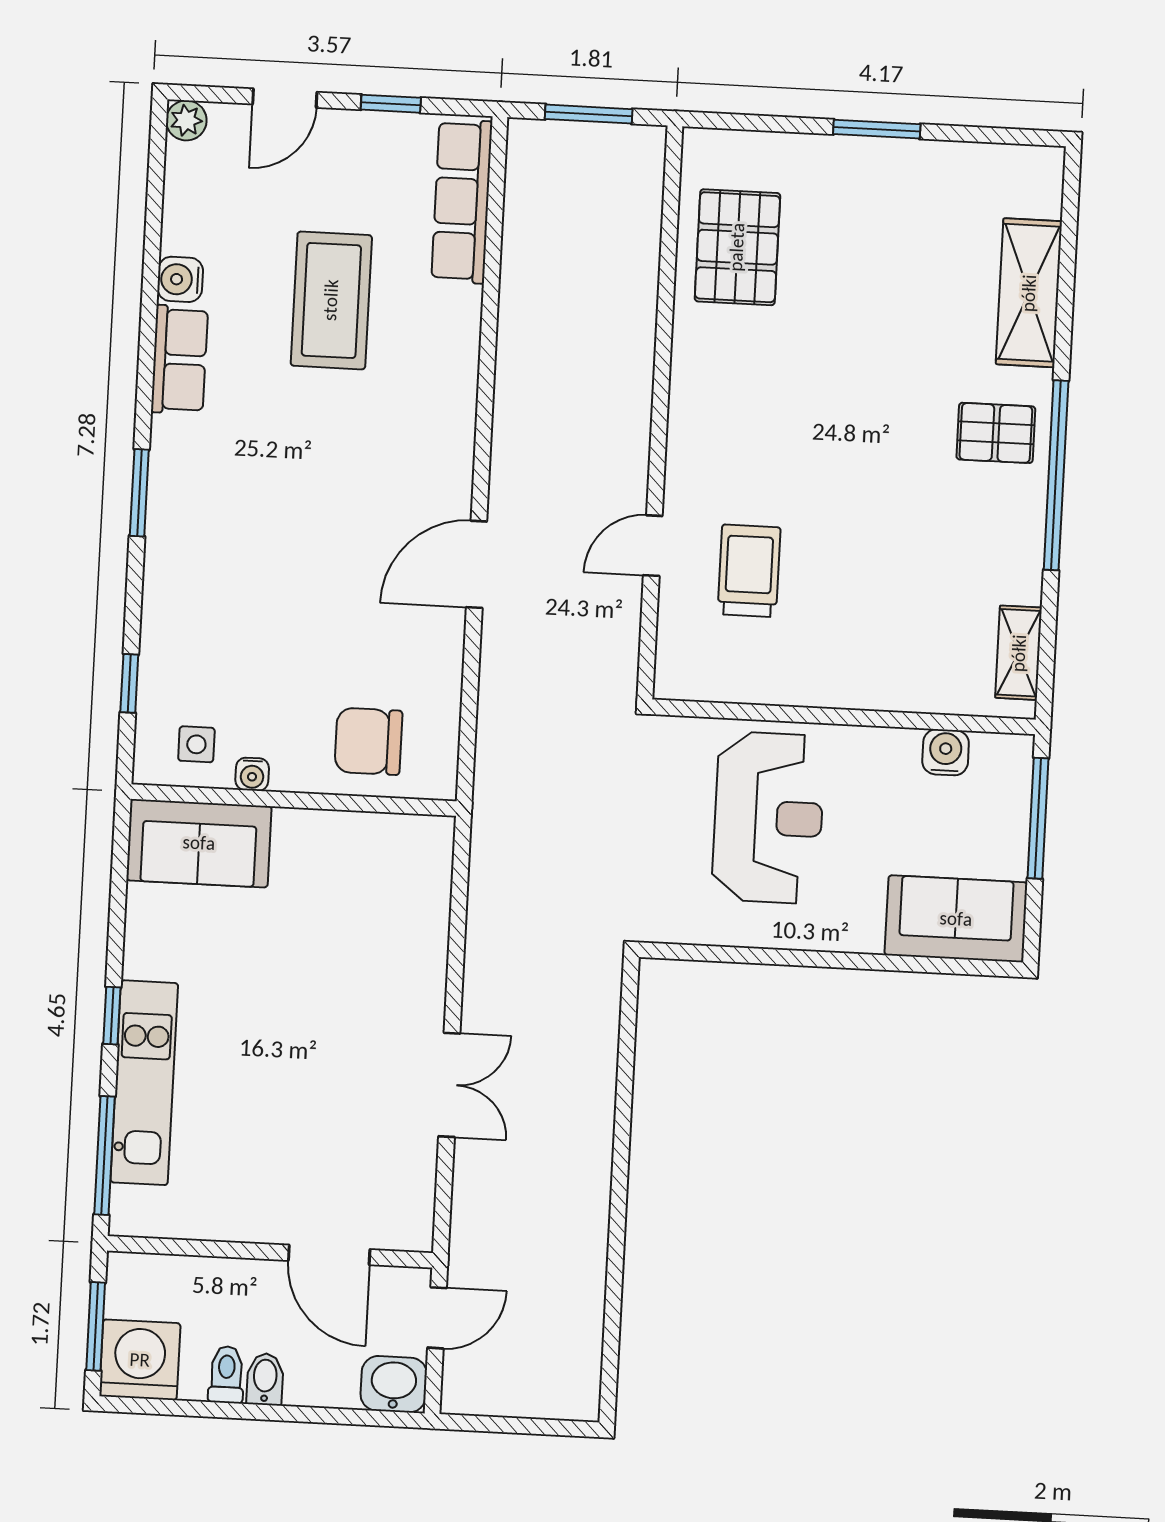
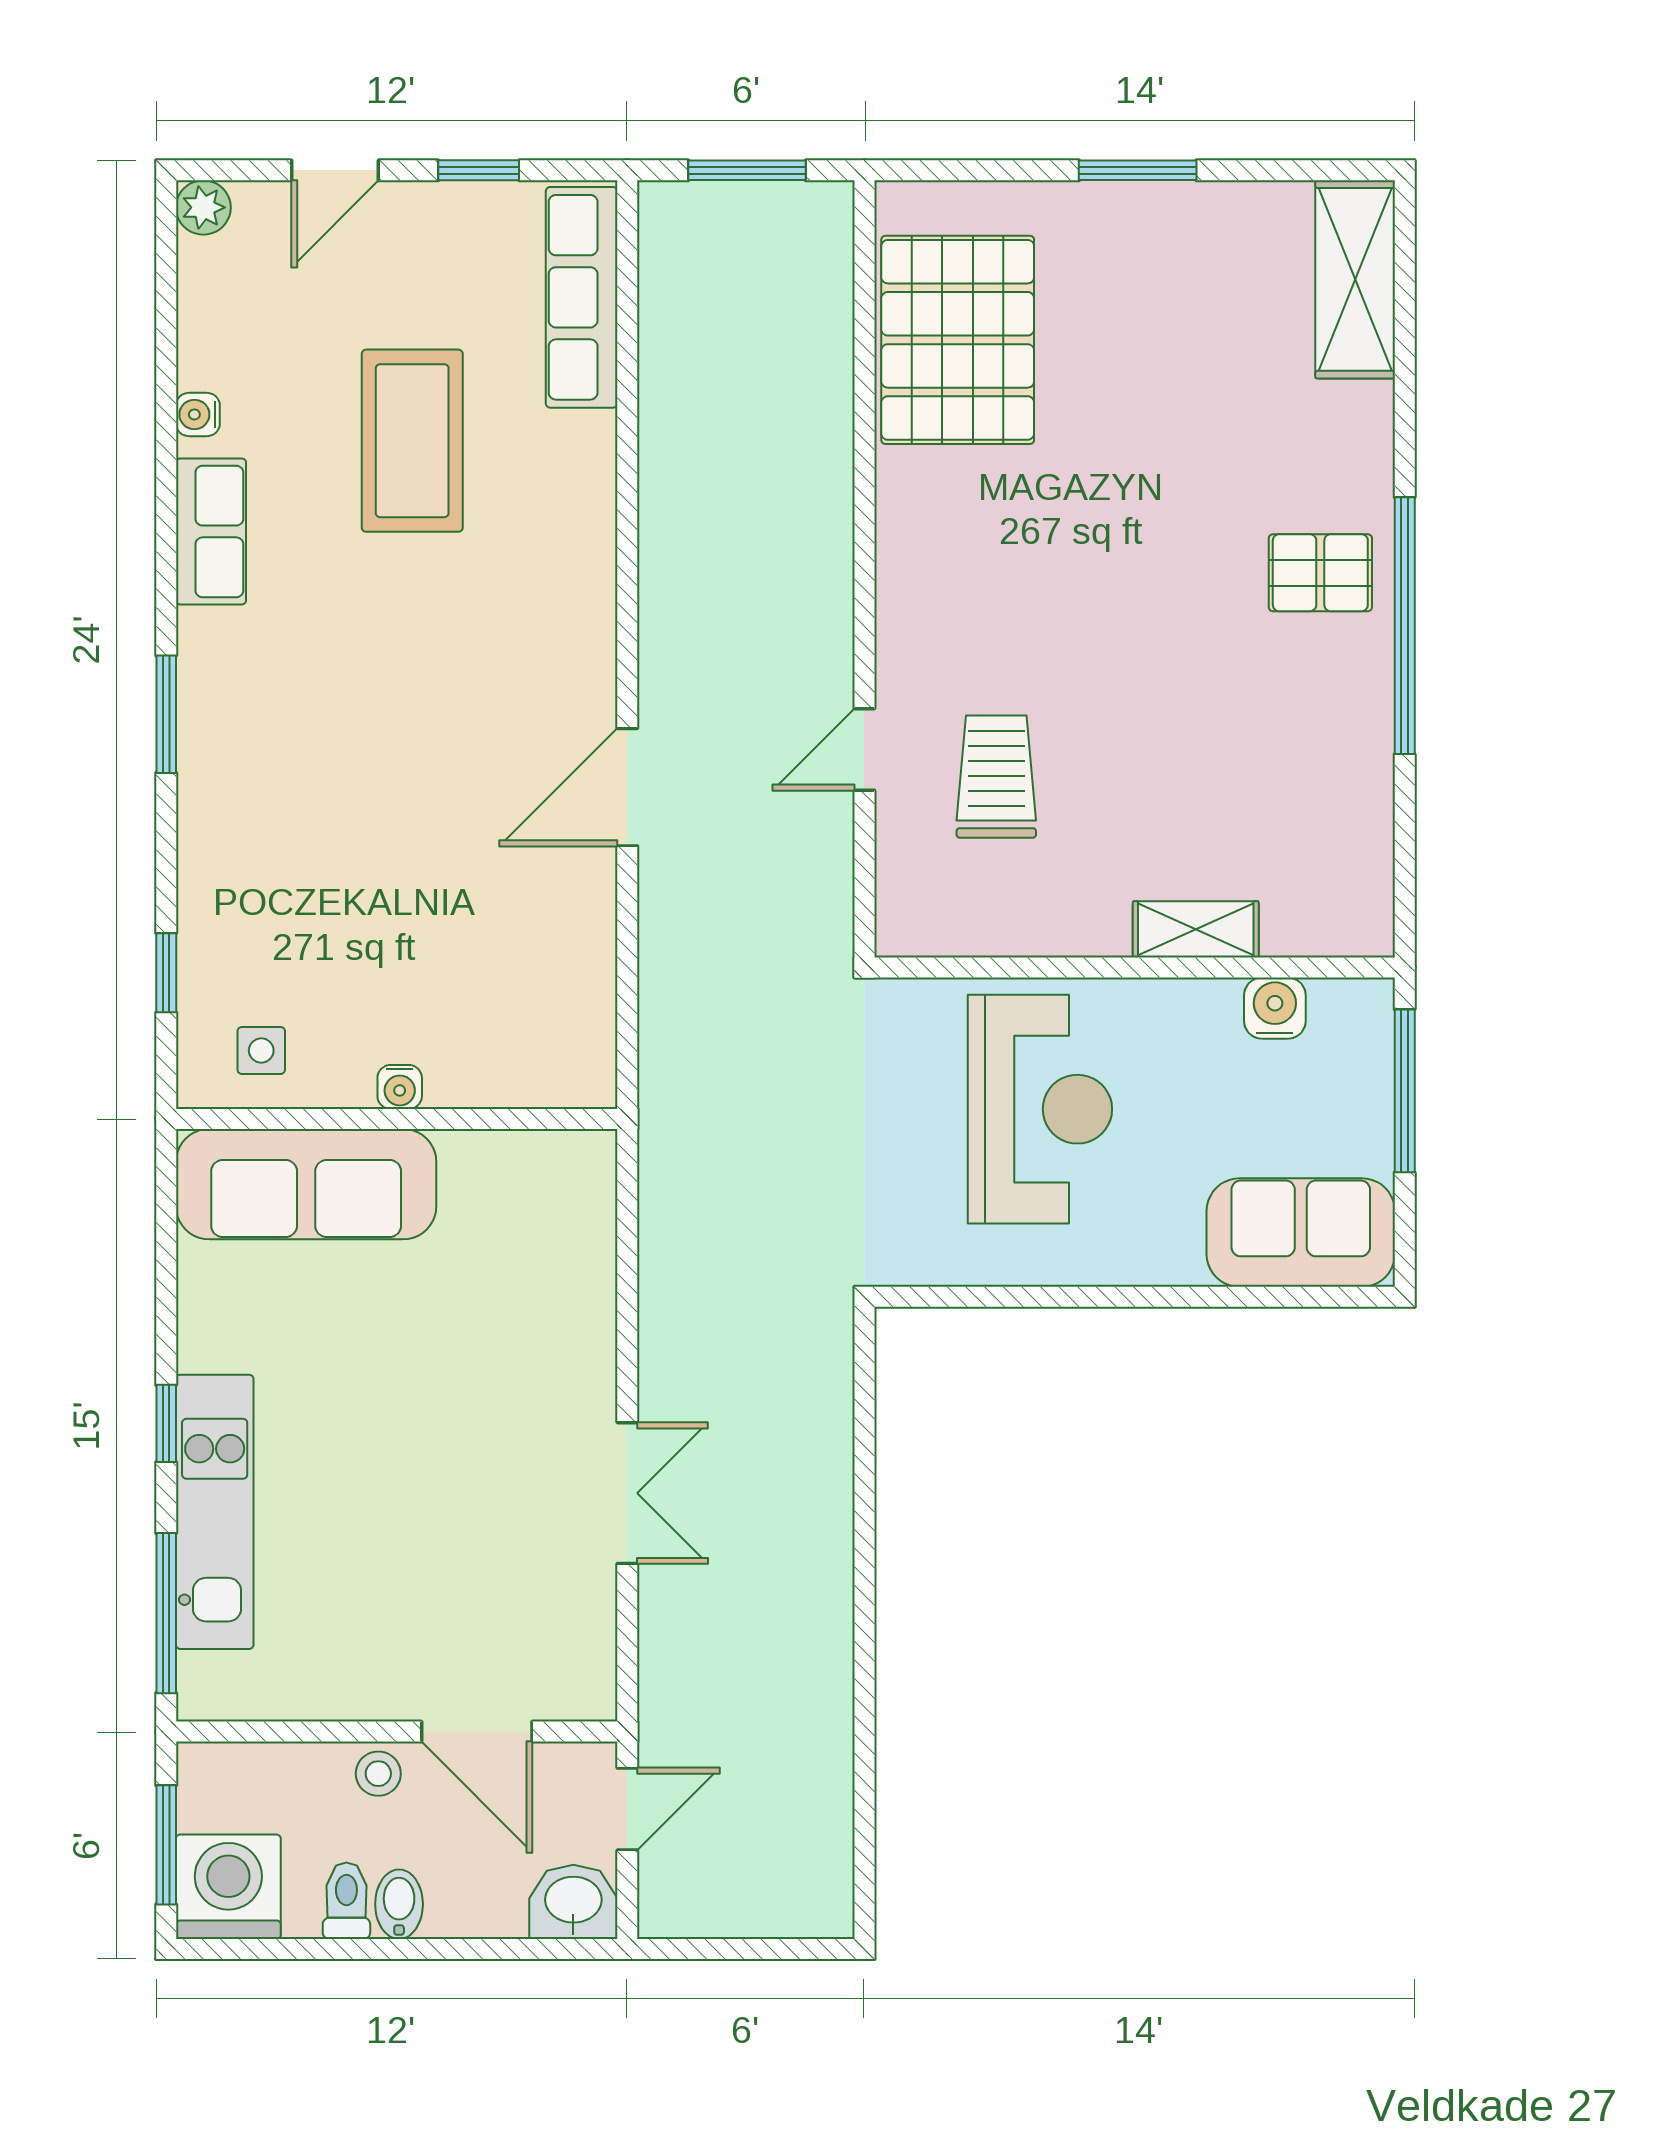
pallet: (737, 247) -> (958, 340), width x1.37, depth x1.41
water cooler: (180, 279) -> (198, 414), width x0.72, depth x0.72
shelving: (1029, 293) -> (1355, 279), moved
shelving: (1019, 653) -> (1196, 929), moved, turned 90
chair: (368, 741) -> (494, 1034), removed
water cooler: (252, 774) -> (400, 1087), moved
sofa: (199, 843) -> (306, 1184), width x1.36
stool: (255, 1282) -> (378, 1774), added

